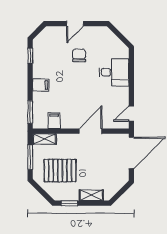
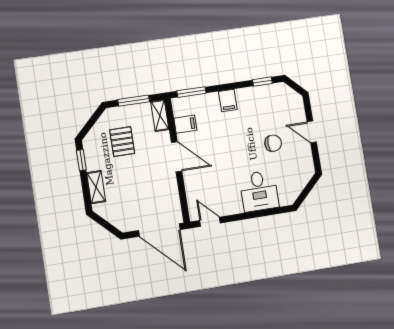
door: (91, 131) -> (177, 157), moved
pallet: (60, 171) -> (122, 142), width x0.67, depth x0.71

